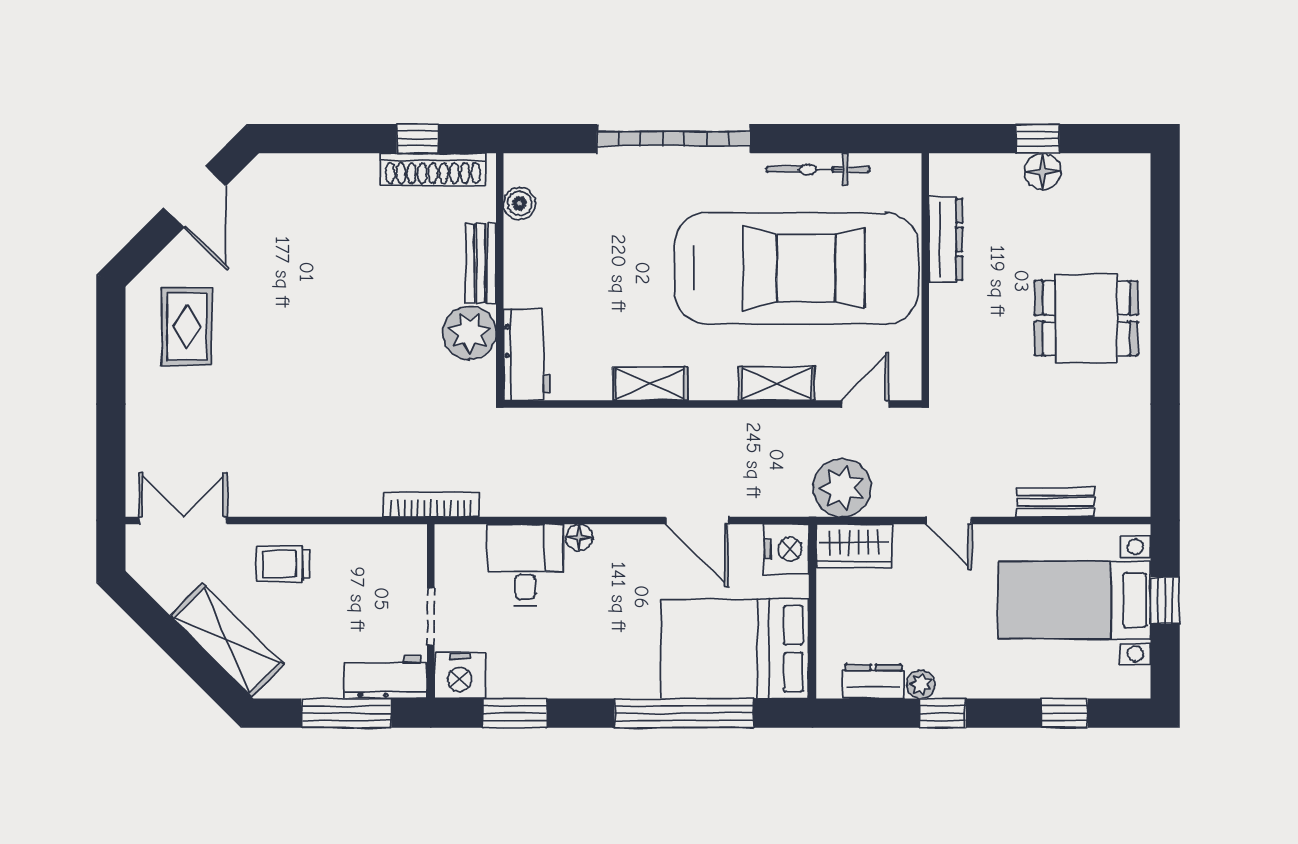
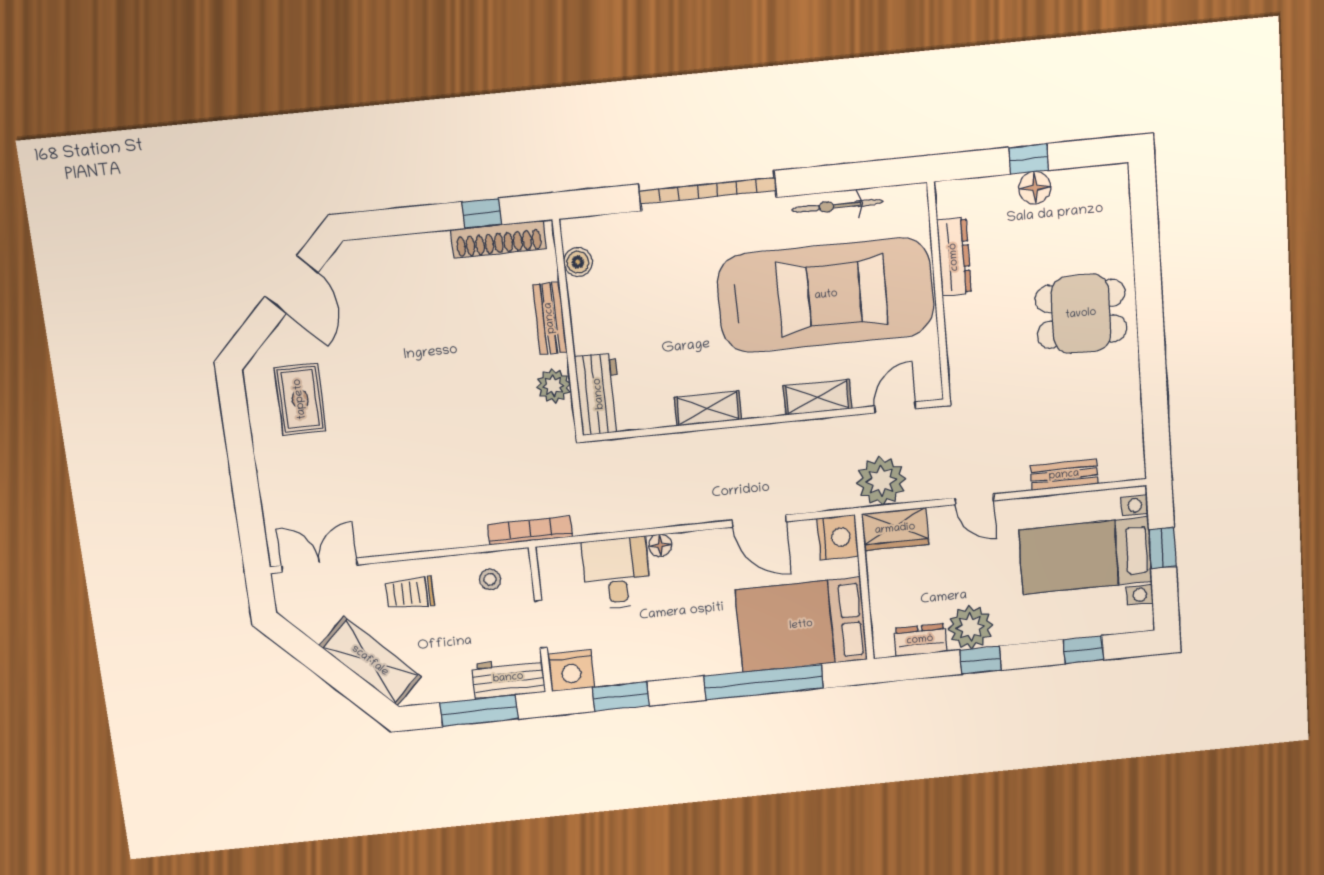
plant: (469, 333) -> (554, 386), width x0.73, depth x0.73
stool: (378, 557) -> (490, 579), added
plant: (921, 684) -> (970, 627), width x1.87, depth x1.87

